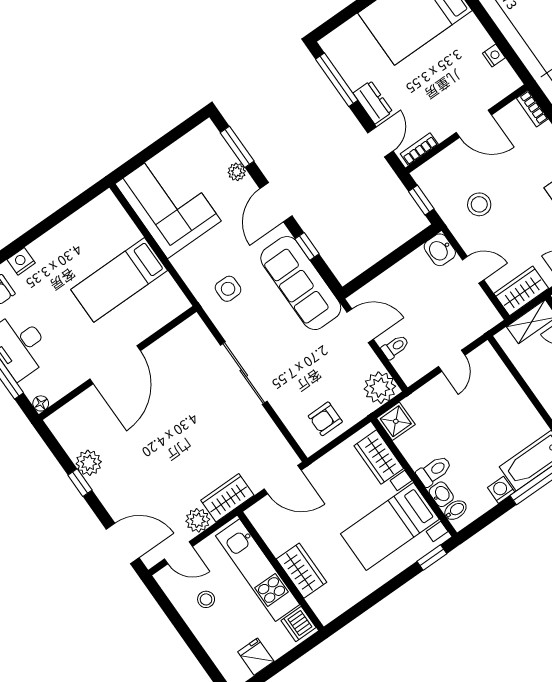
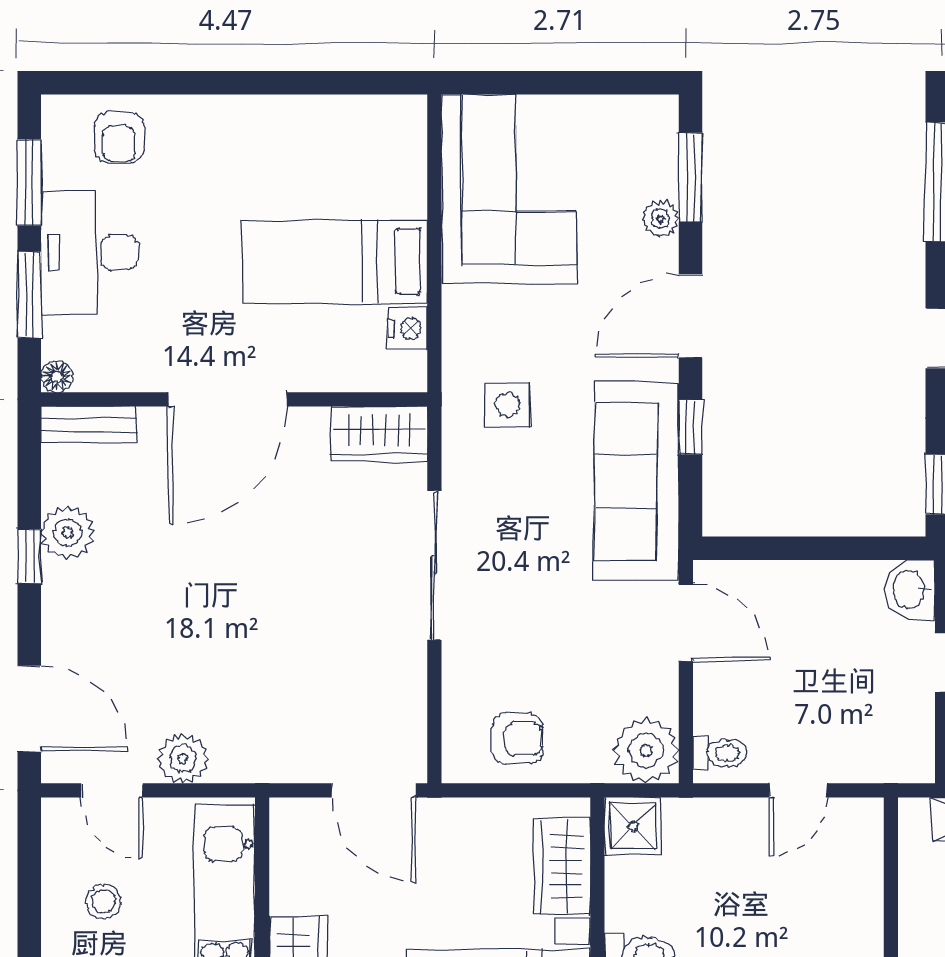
nightstand: (21, 261) -> (407, 329), moved, turned 90
toilet: (395, 347) -> (720, 753), moved
bench: (67, 414) -> (89, 425), added
armchair: (325, 419) -> (517, 739), turned 180
wardrobe: (227, 498) -> (380, 434), moved, turned 180

